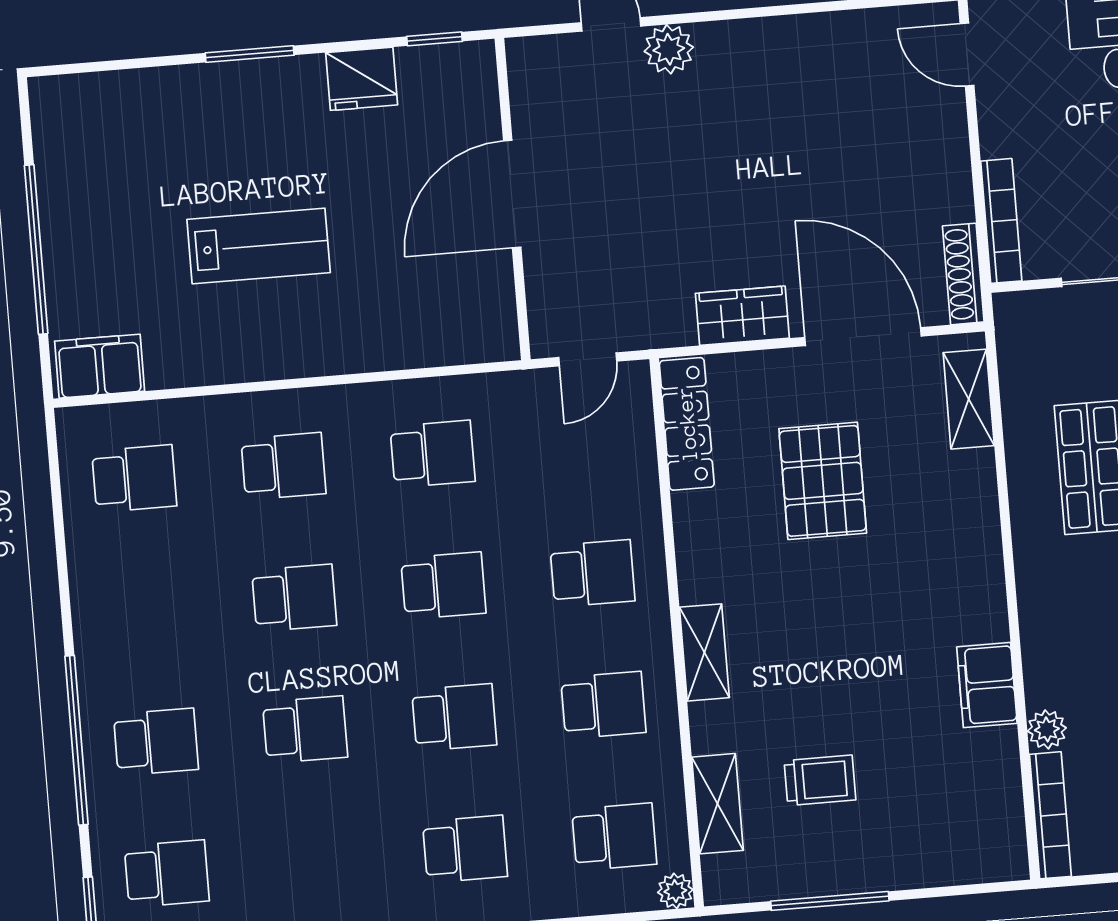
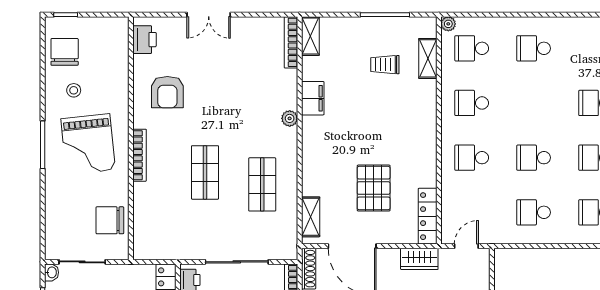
wardrobe: (742, 316) -> (419, 259), moved
shelving: (704, 652) -> (310, 36), moved
school desk: (454, 717) -> (534, 103), removed
plant: (1047, 729) -> (290, 118), moved

